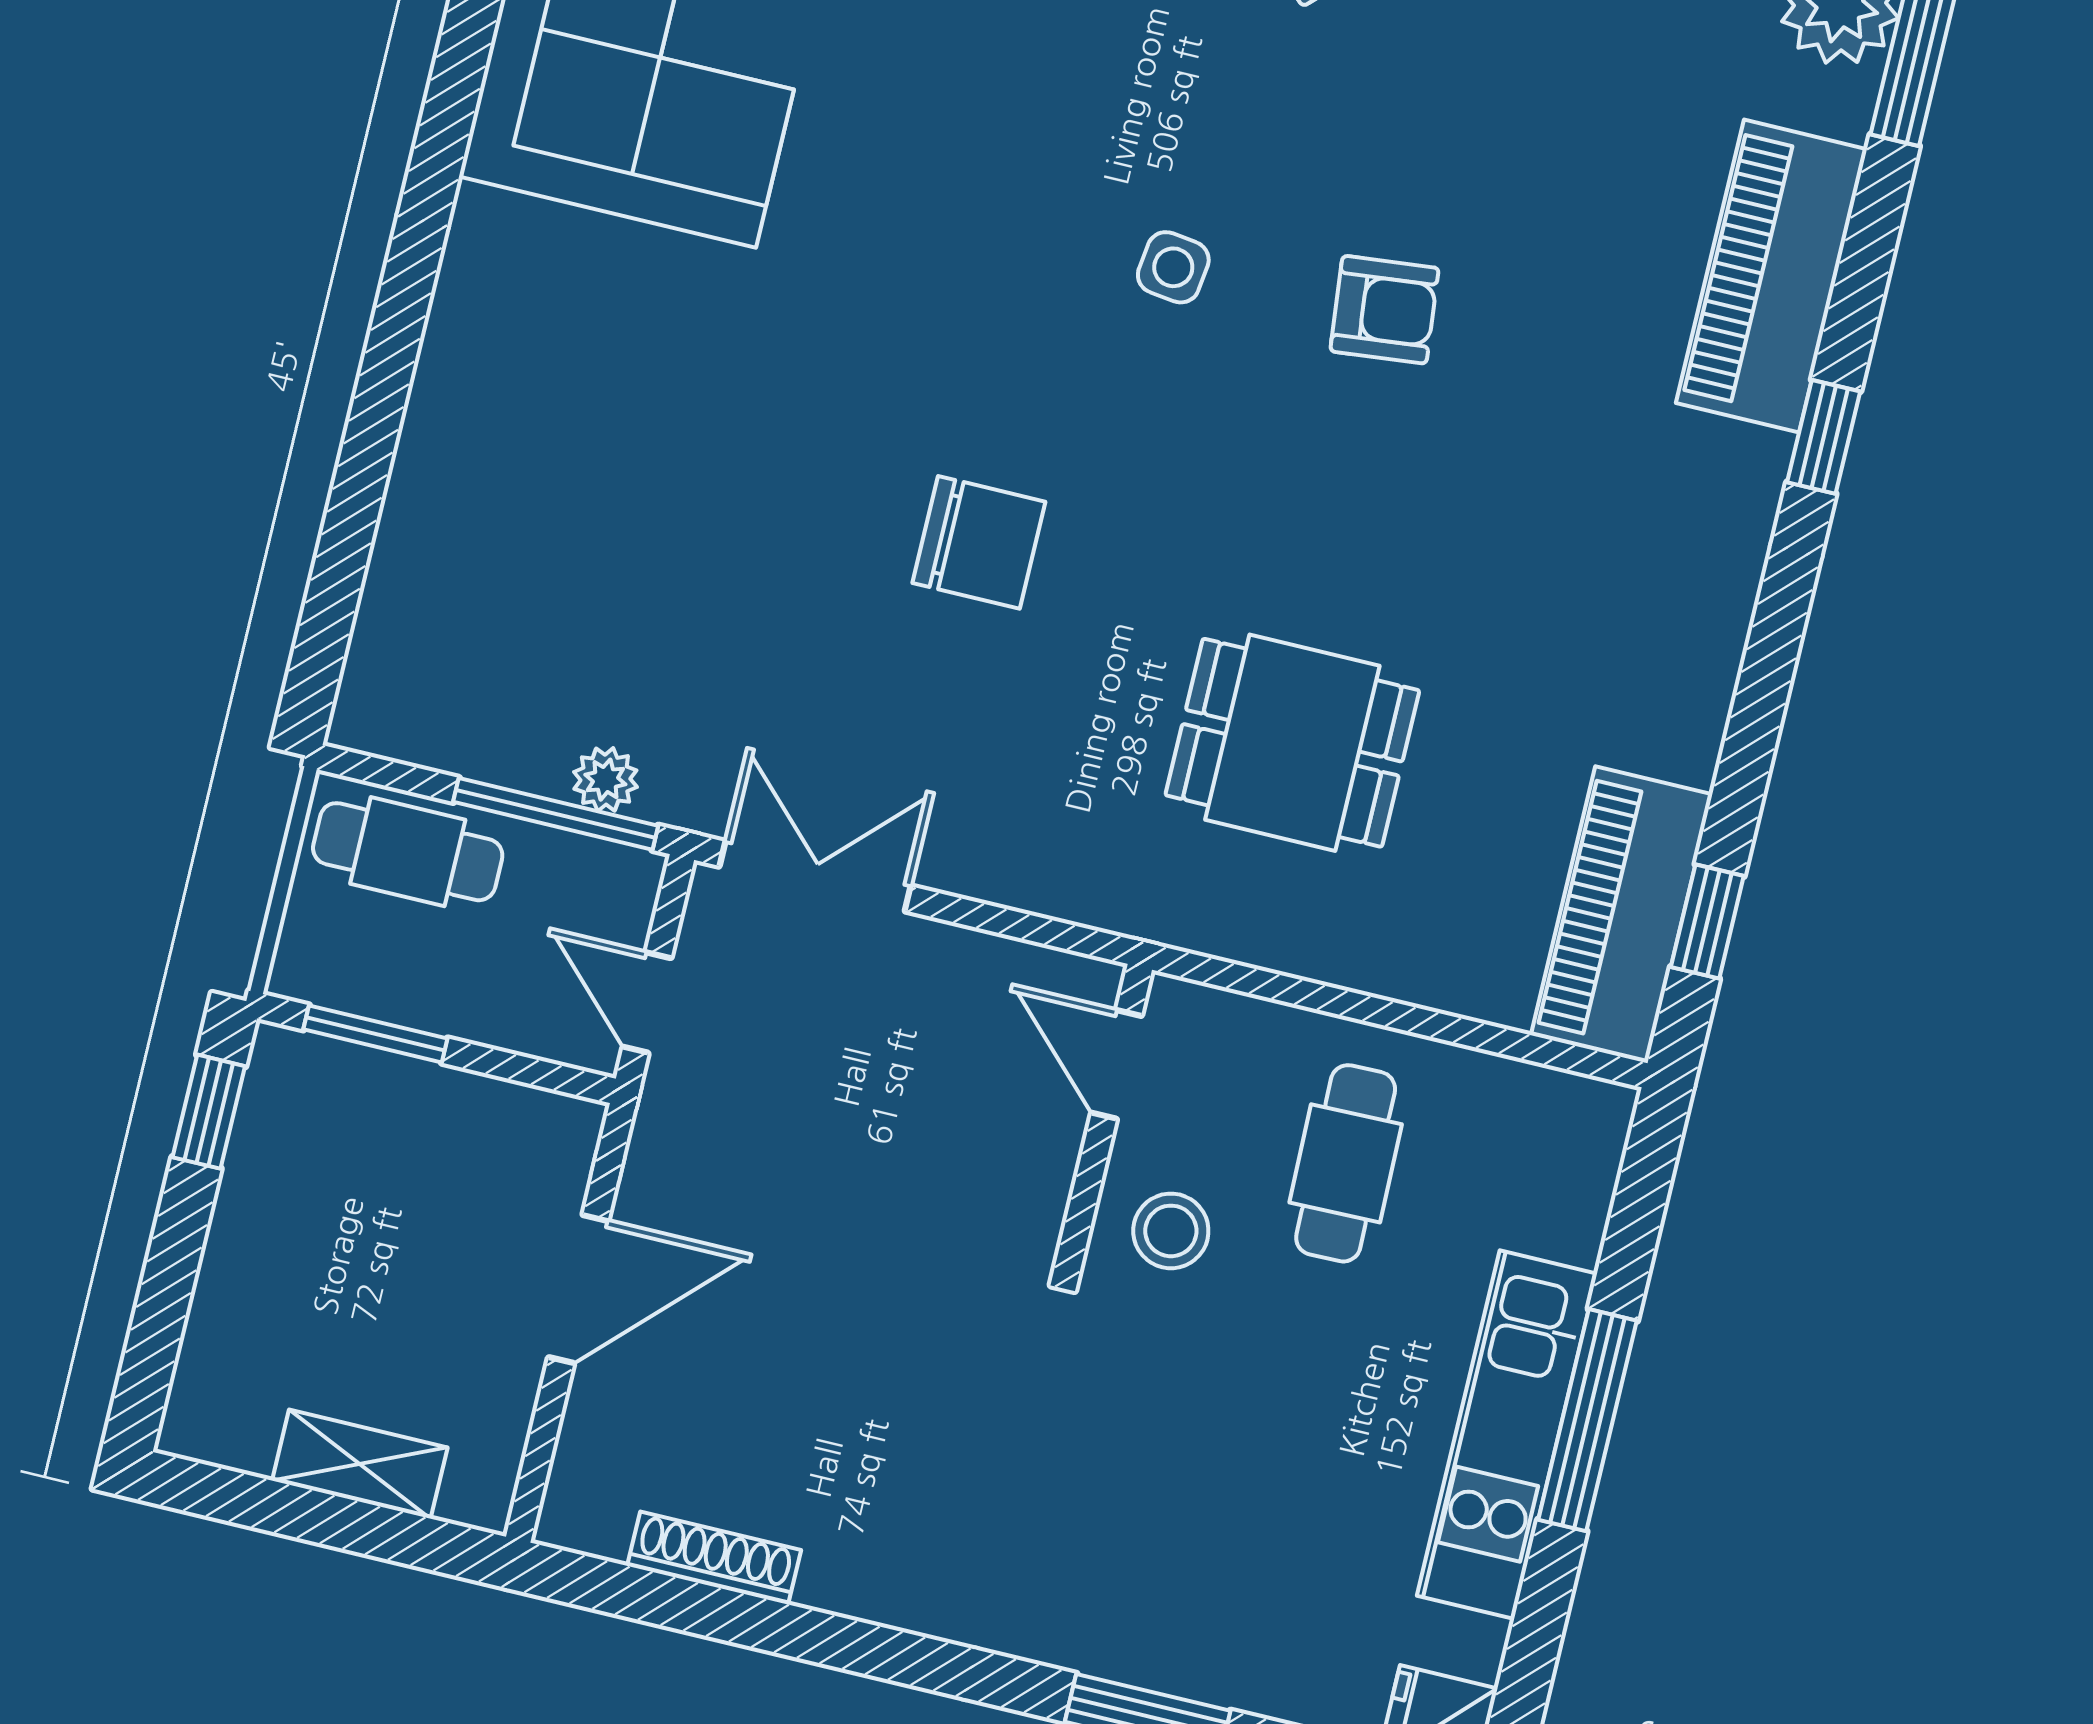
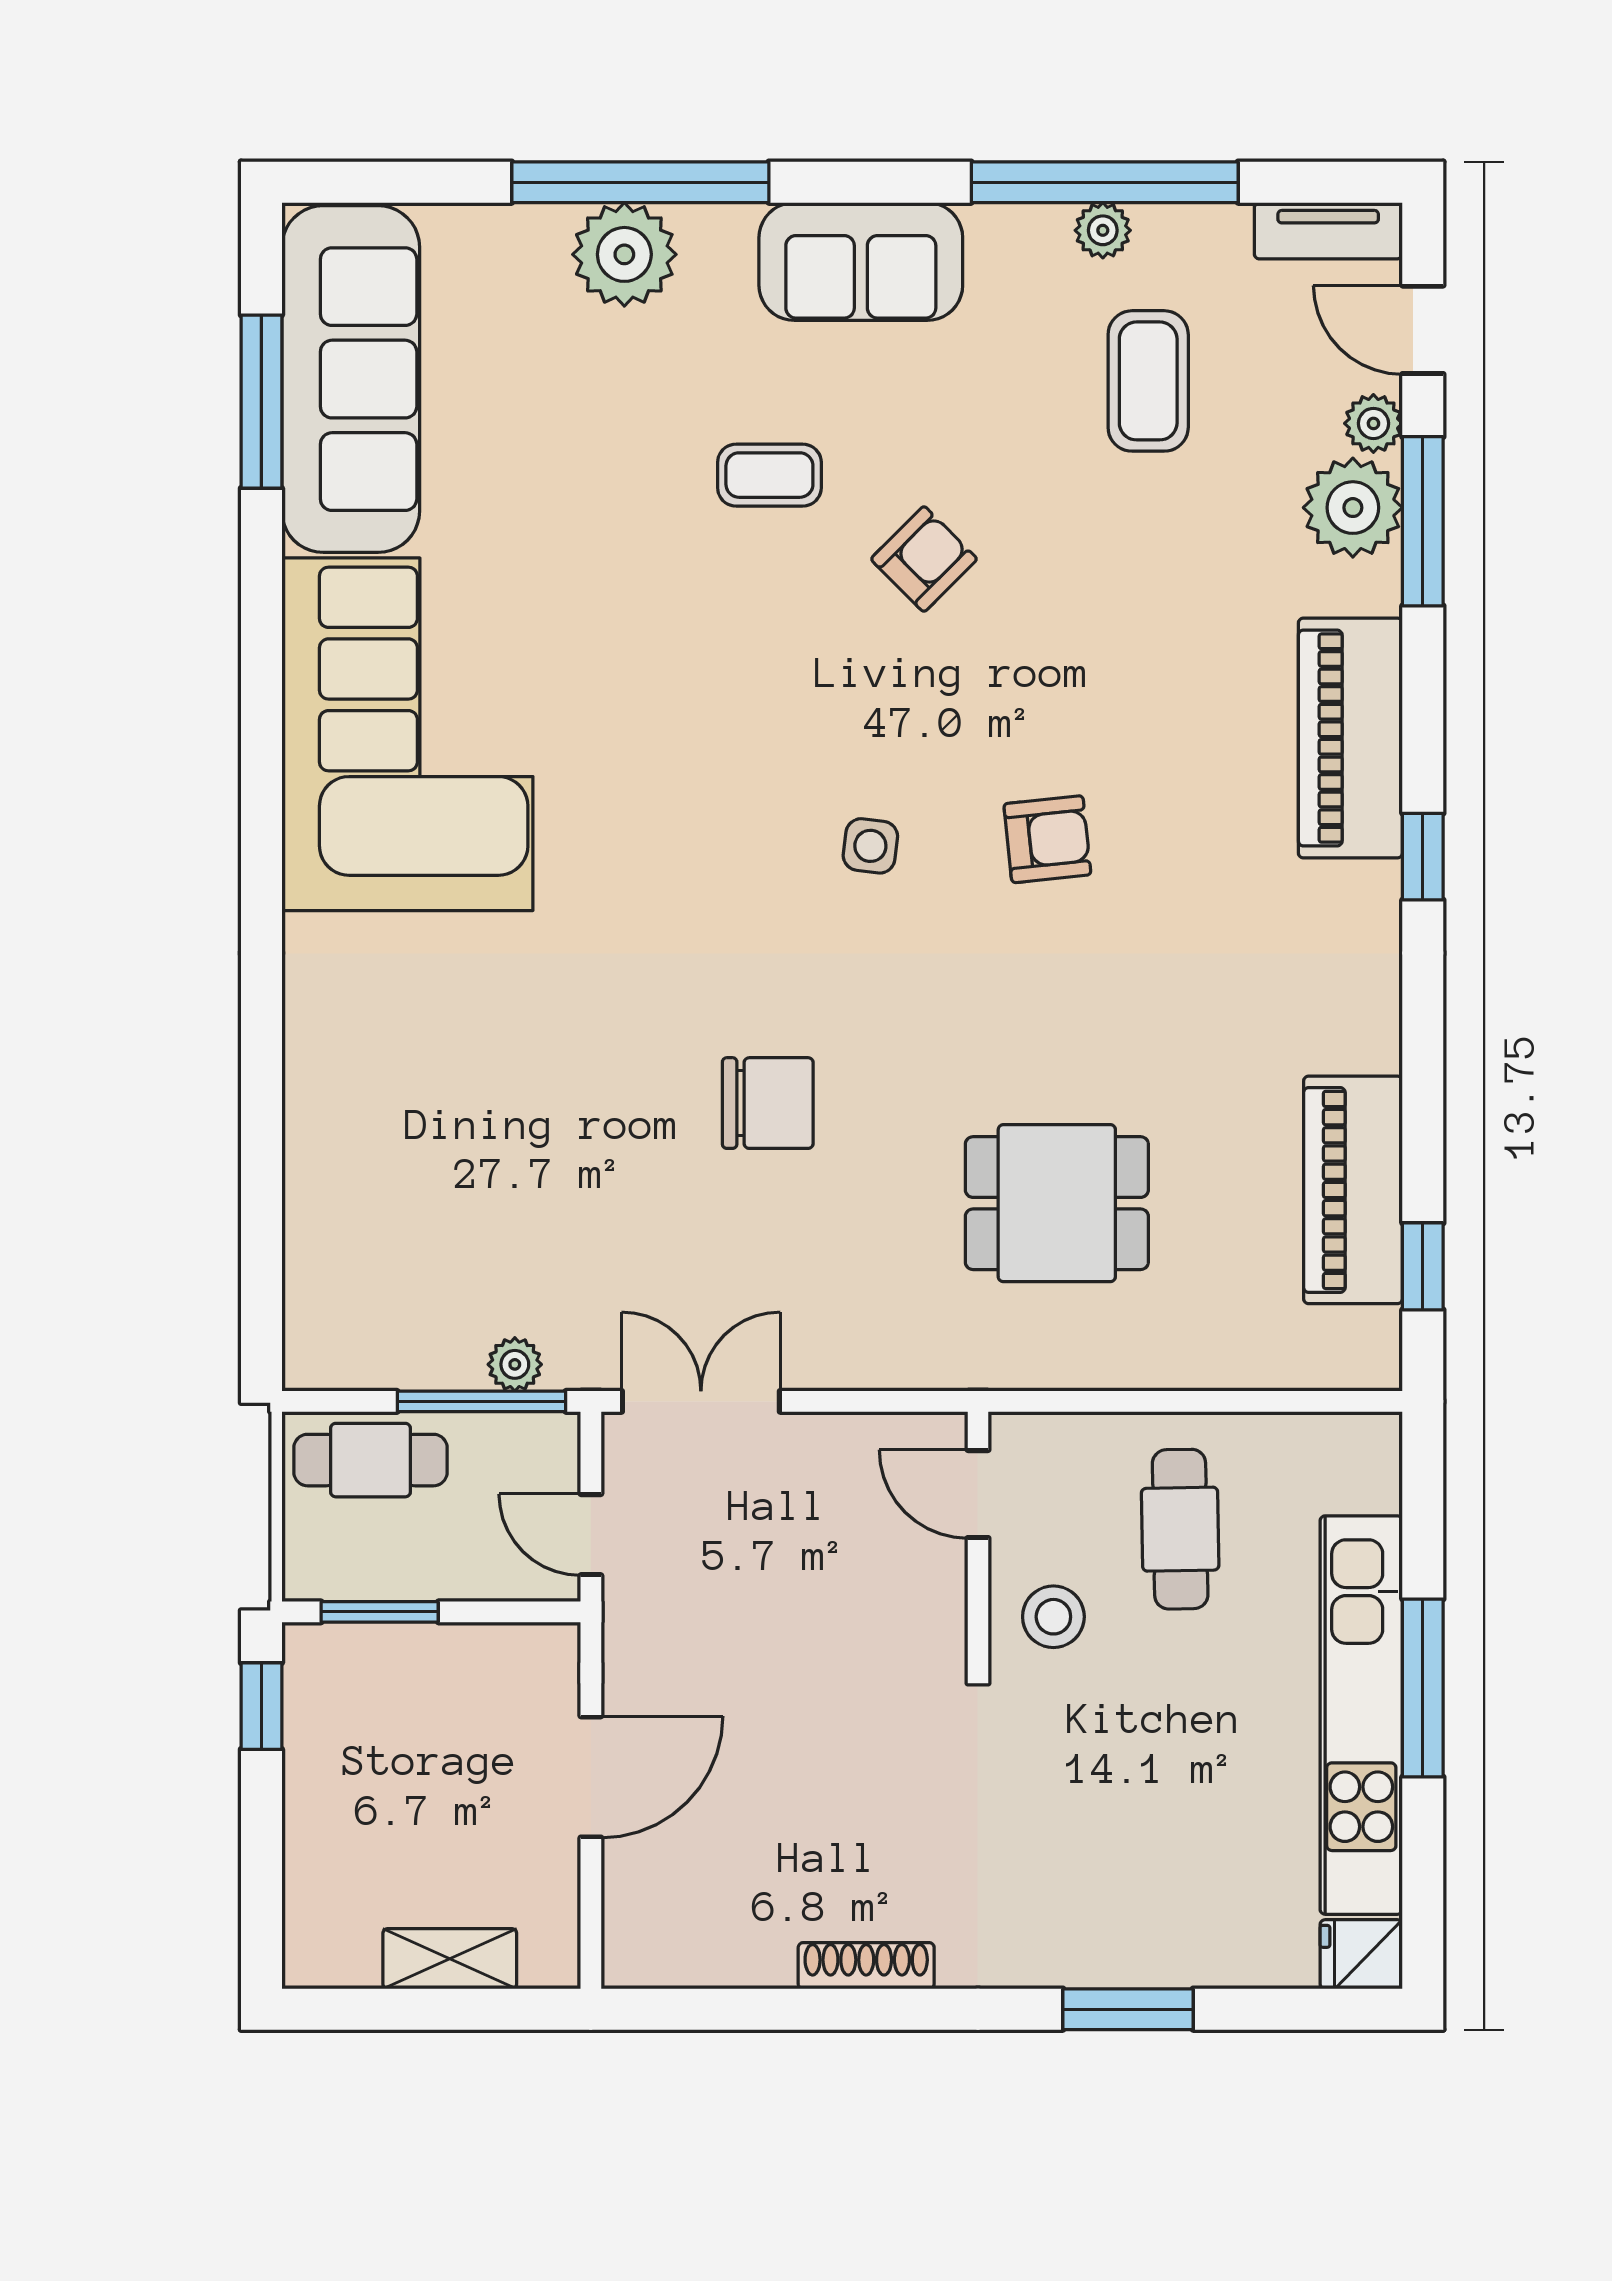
piano: (1622, 915) -> (1353, 1190), moved
kitchen unit: (1507, 1435) -> (1361, 1715), width x1.36
shoe rack: (714, 1558) -> (866, 1966), moved

